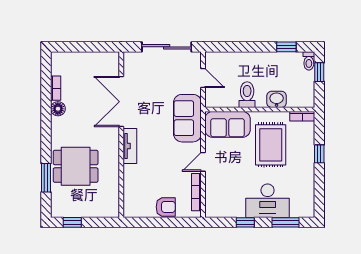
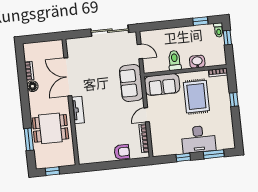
double door: (121, 102) -> (68, 77), moved
wall: (121, 135) -> (71, 102), moved
tv unit: (130, 146) -> (78, 110), moved

